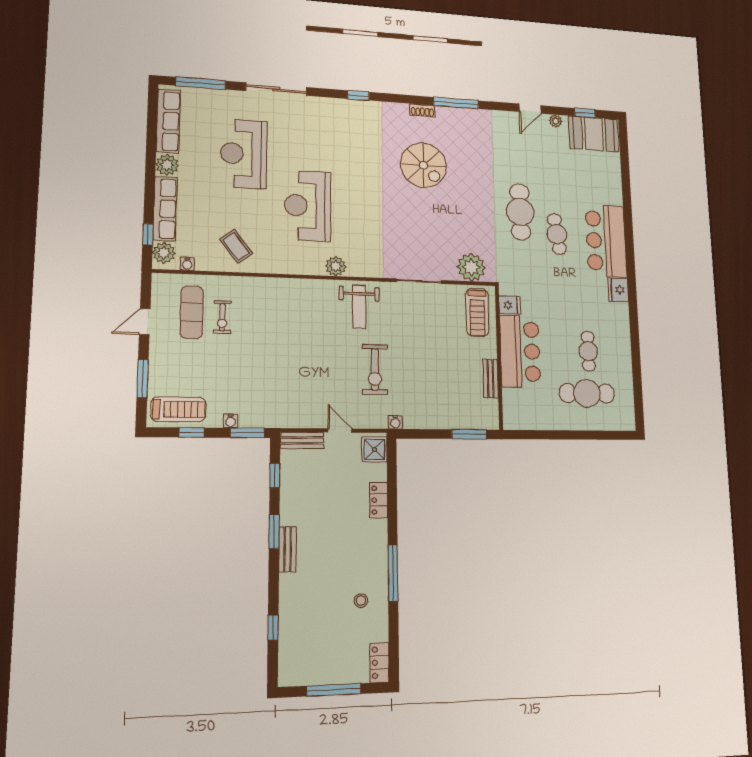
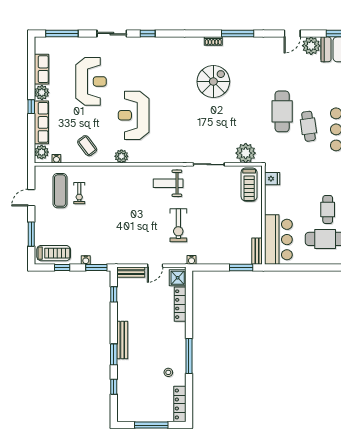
sliding door: (276, 89) -> (112, 34), width x0.73
window: (358, 95) -> (148, 34), moved
row of seats: (168, 121) -> (42, 69), width x0.68
plant: (556, 121) -> (311, 46), width x1.88, depth x1.88
reception desk: (244, 154) -> (91, 81), turned 180
spiral stairs: (423, 165) -> (213, 82), turned -90
window: (148, 234) -> (31, 107), moved
plant: (336, 266) -> (121, 156), moved
weight bench: (359, 307) -> (168, 183), turned 90
bar counter: (520, 351) -> (278, 240), moved
bench: (491, 379) -> (257, 251), moved
door: (340, 431) -> (155, 266), swing flipped
locker: (379, 500) -> (180, 304), width x1.53
window: (274, 531) -> (114, 354), moved
bench: (288, 549) -> (122, 340), width x1.36
locker: (380, 663) -> (180, 404), width x1.53

